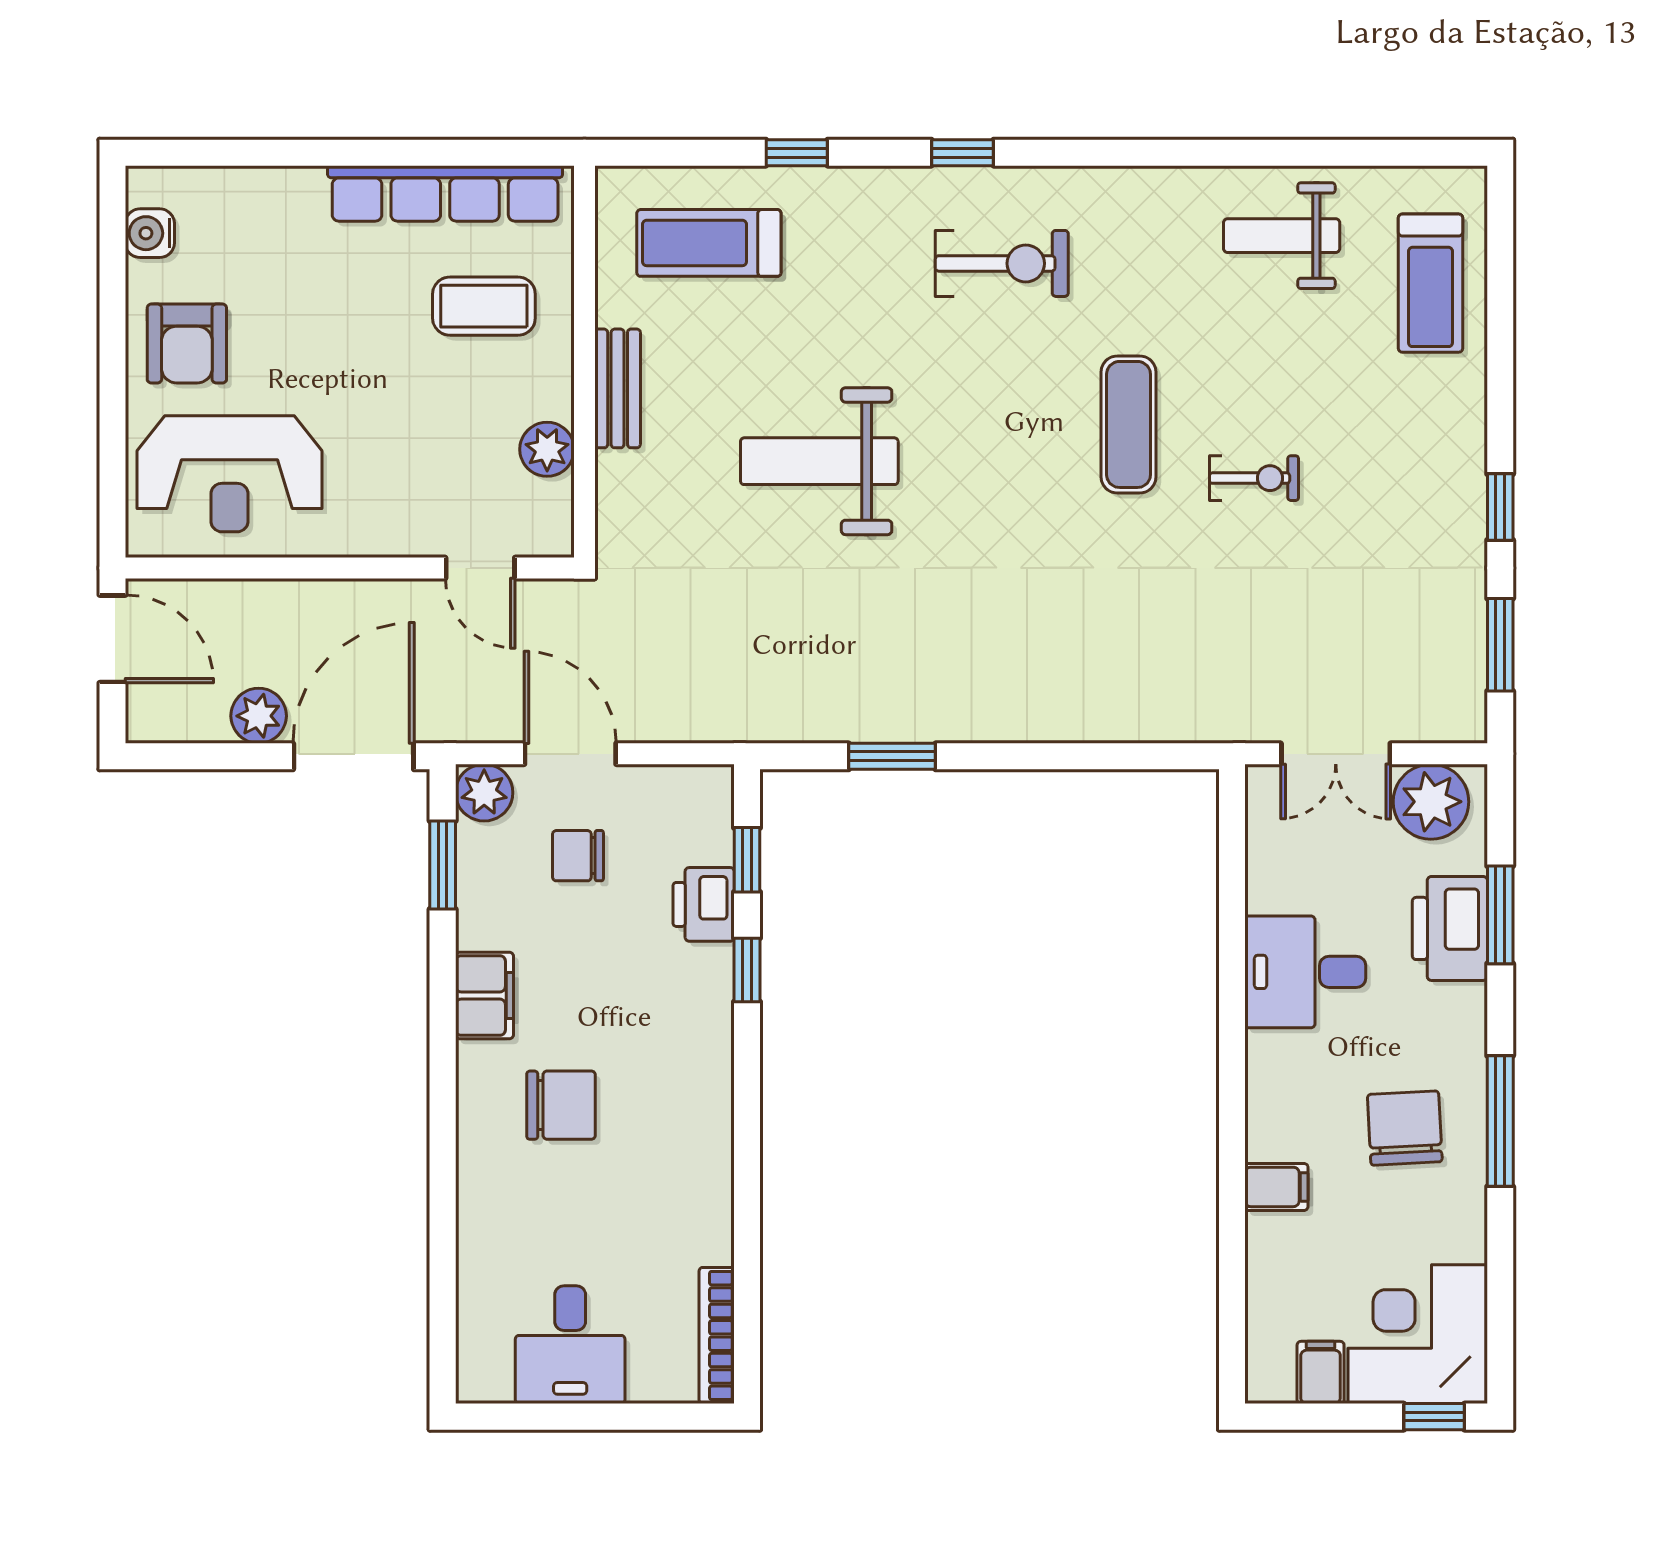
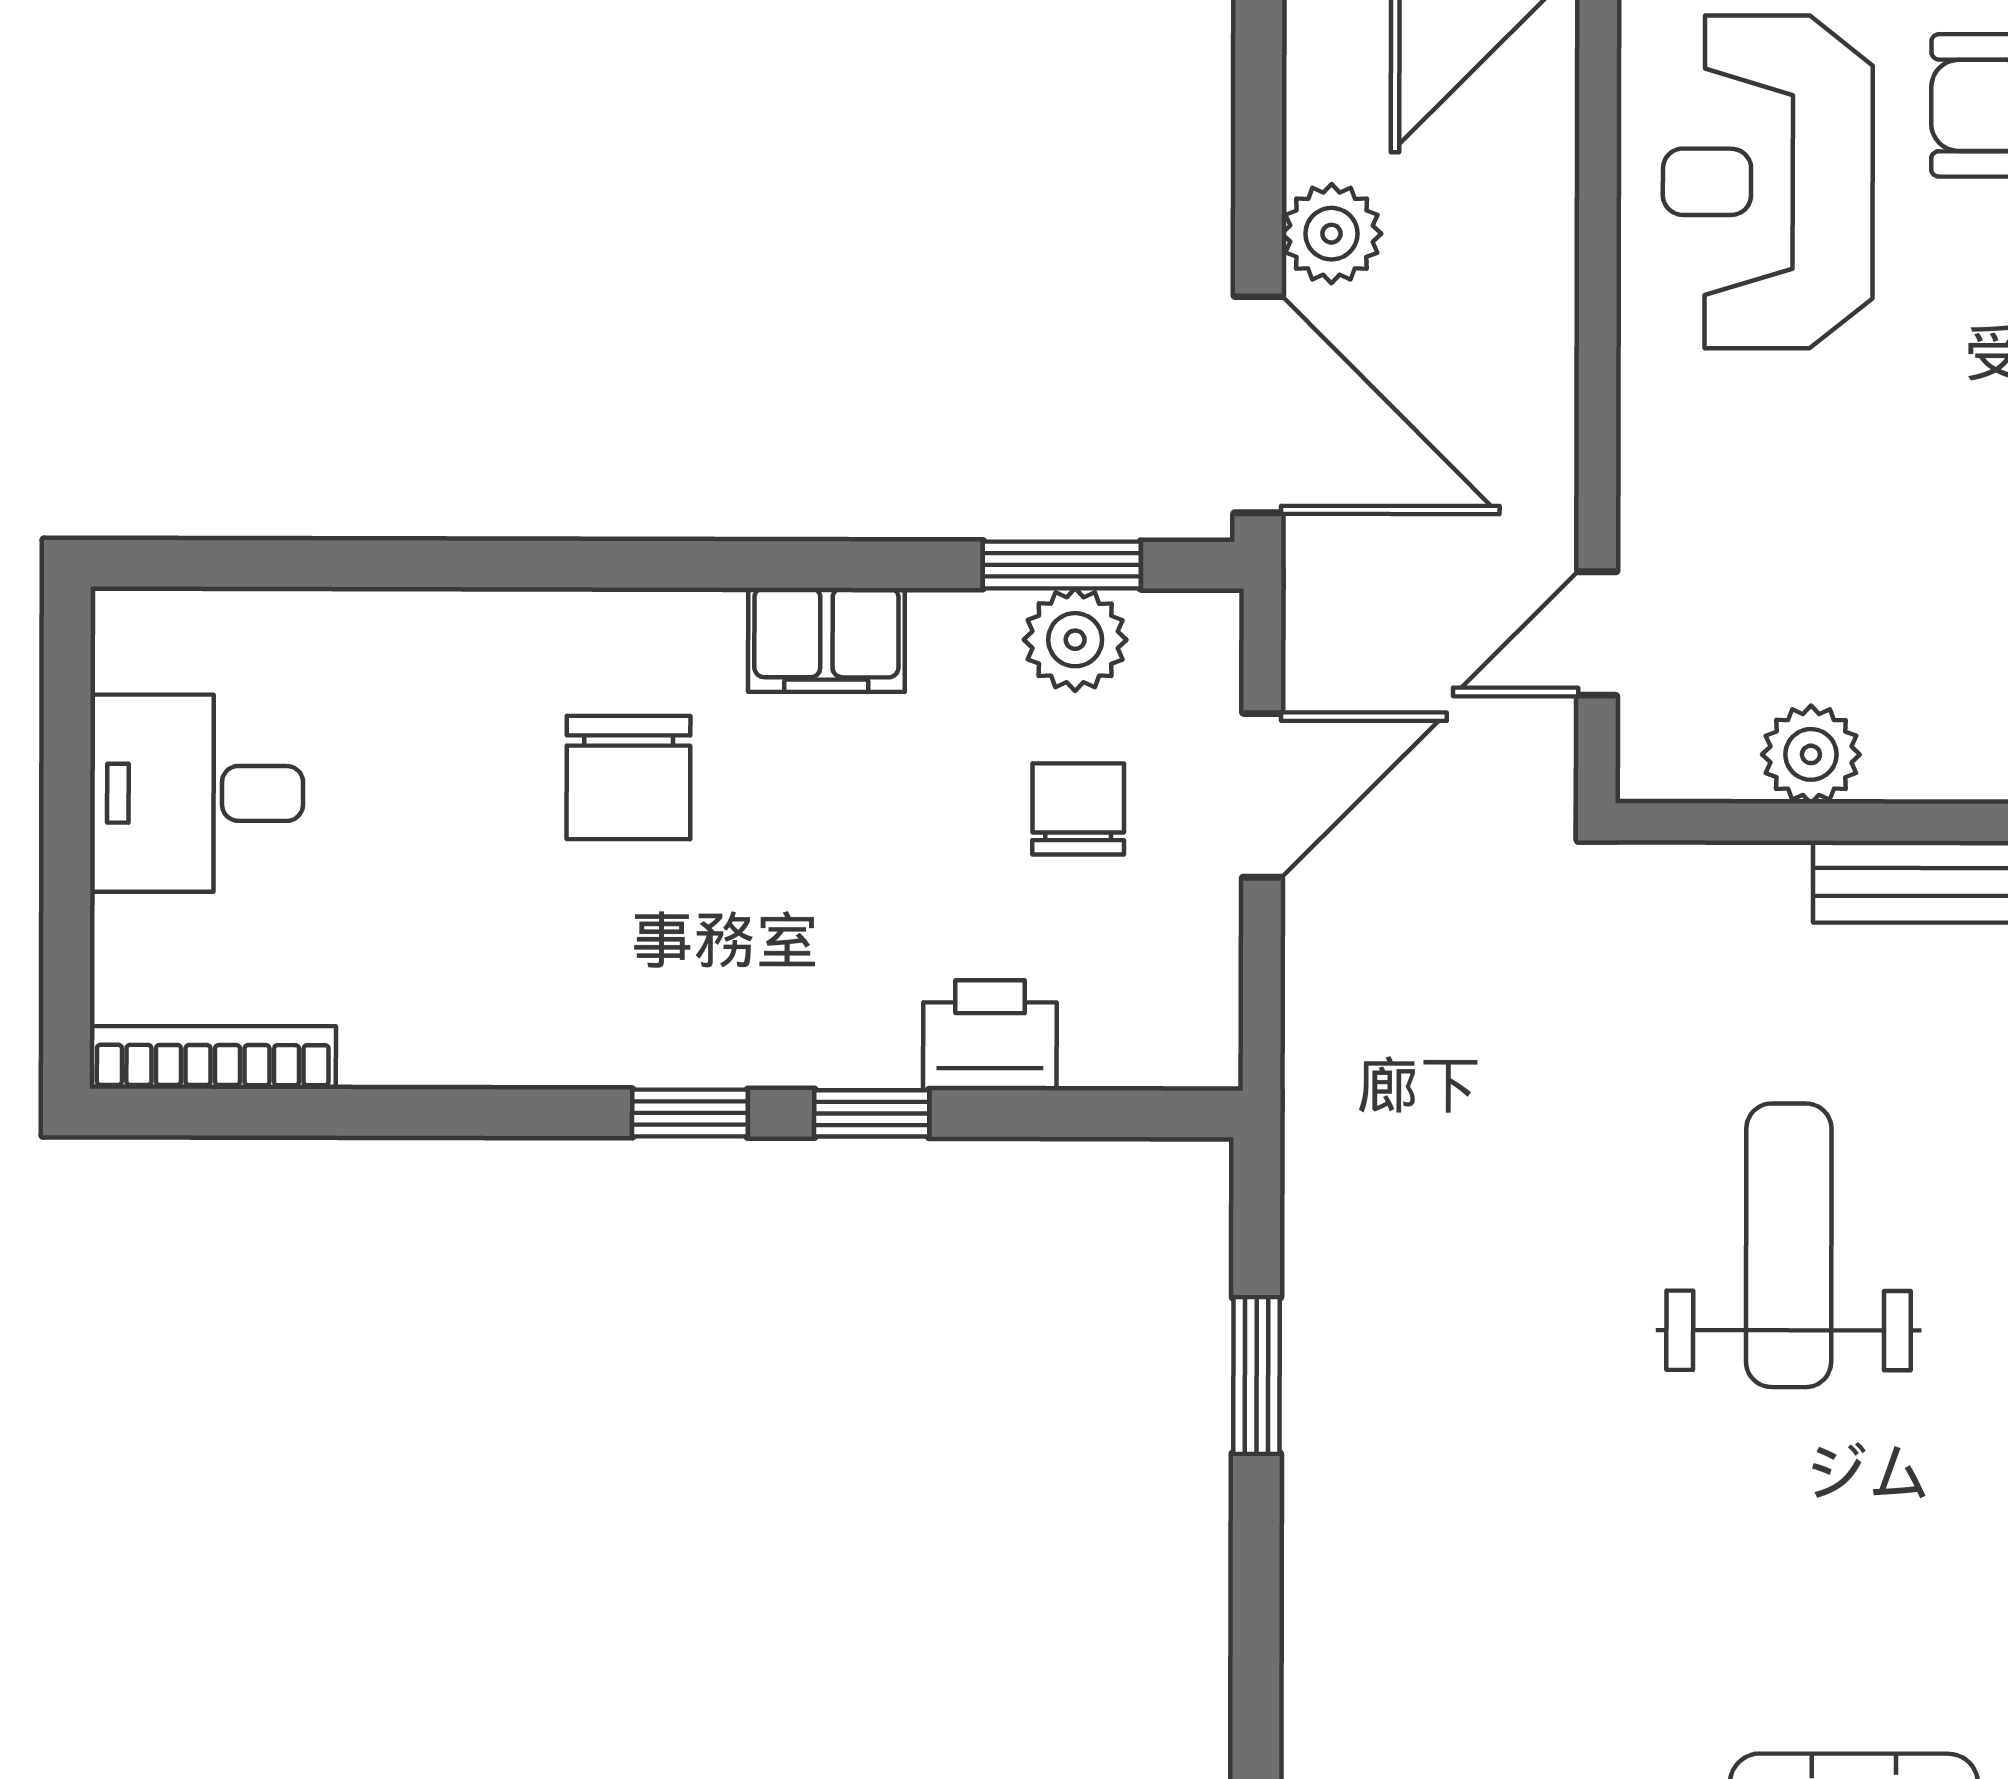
plant: (484, 793) -> (1075, 640), moved
window: (747, 860) -> (690, 1113), moved

